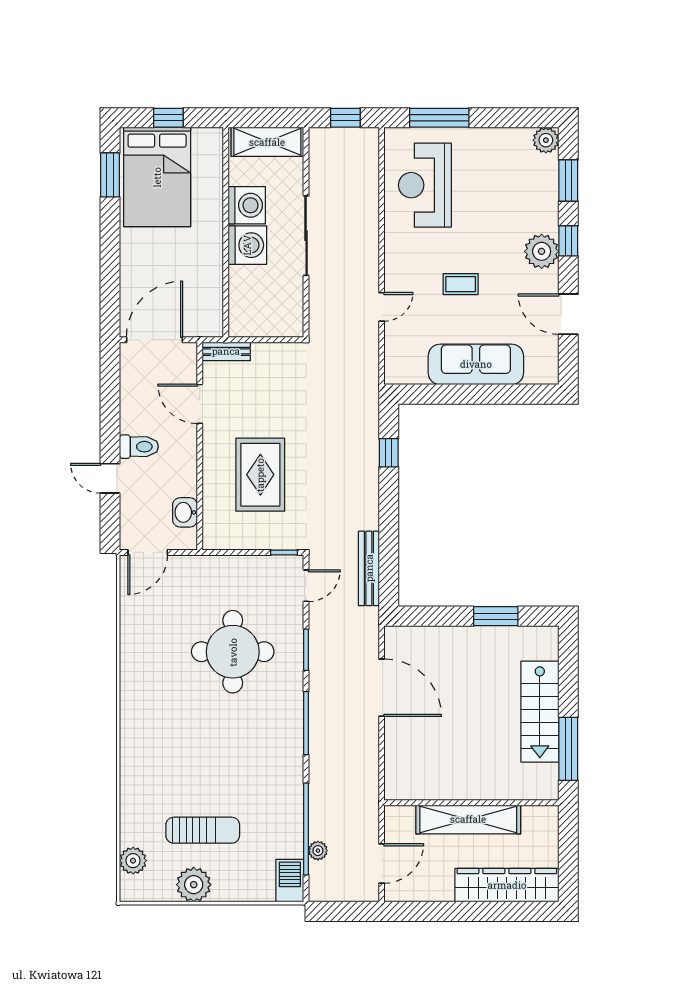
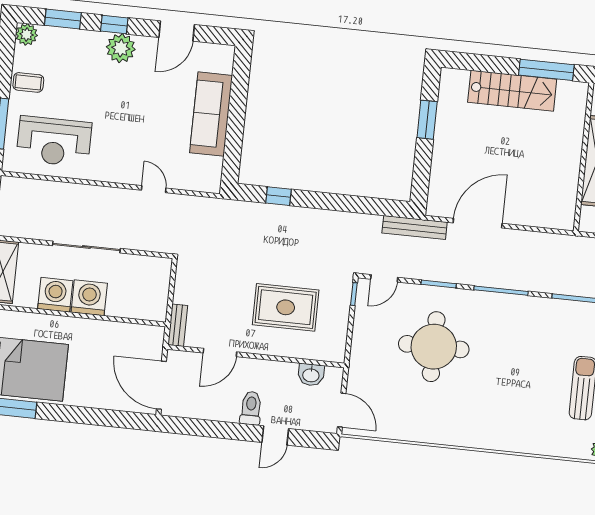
coffee table: (461, 284) -> (28, 82), moved, turned 90
bench: (369, 568) -> (415, 228), moved
door: (306, 586) -> (384, 278), swing flipped

